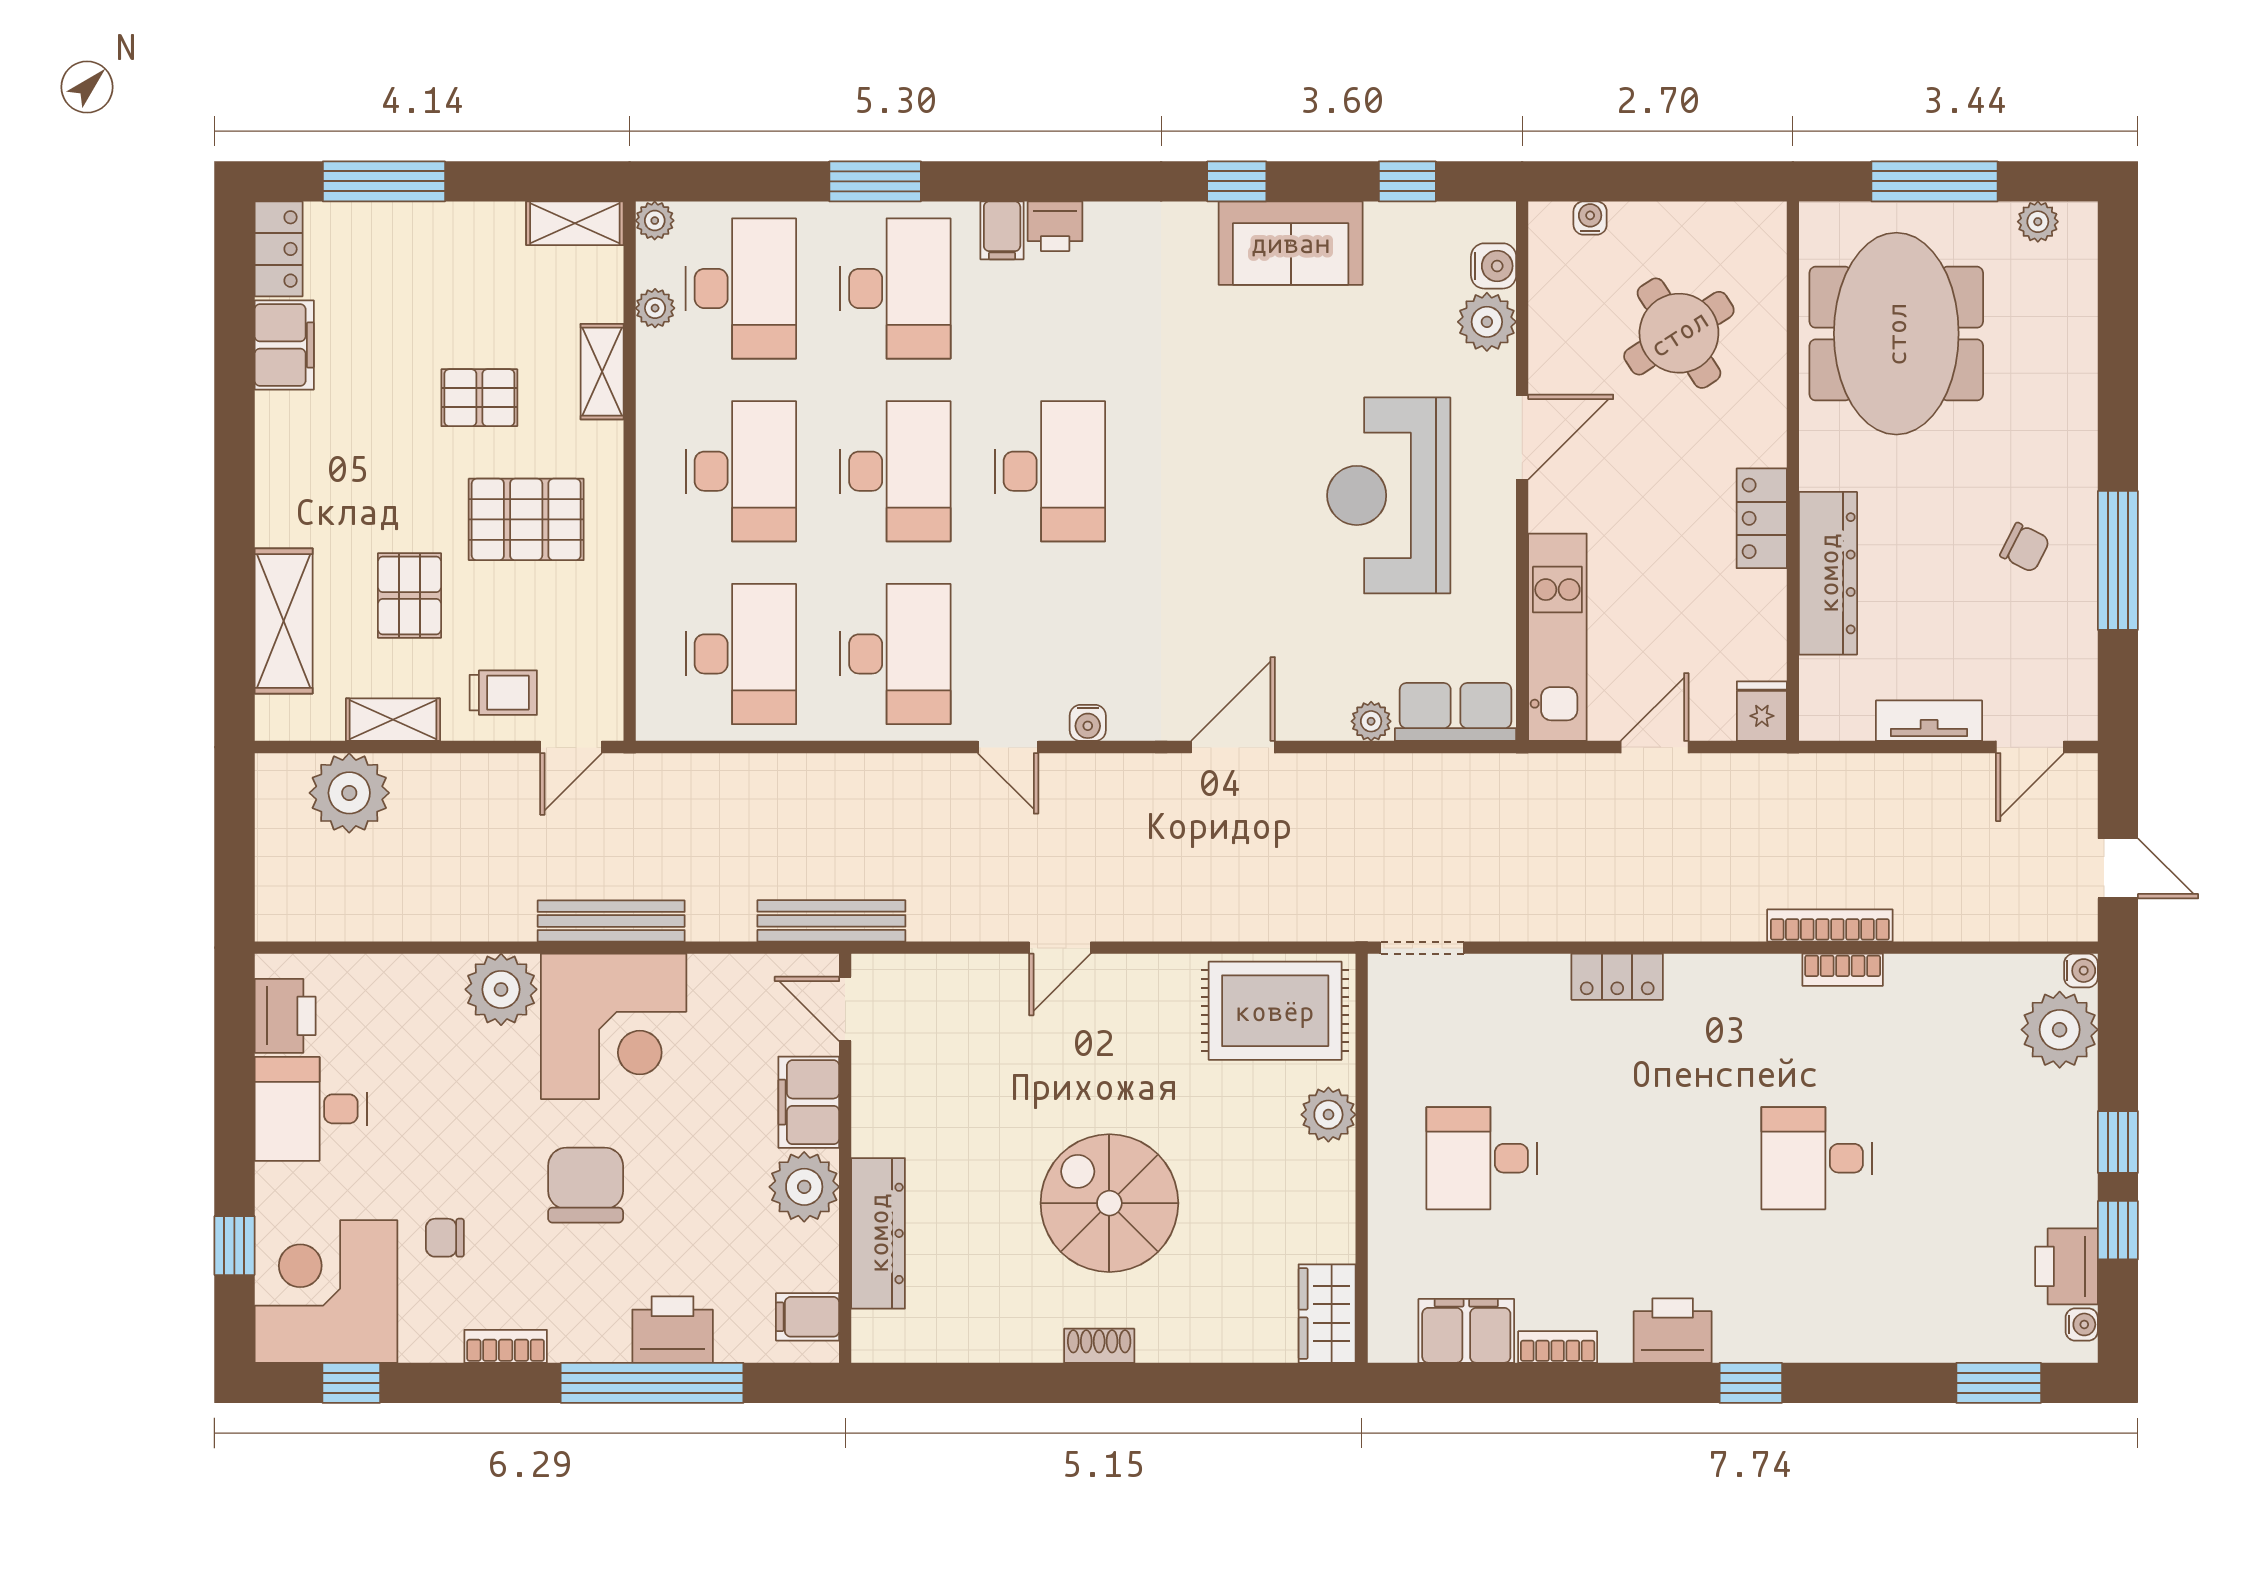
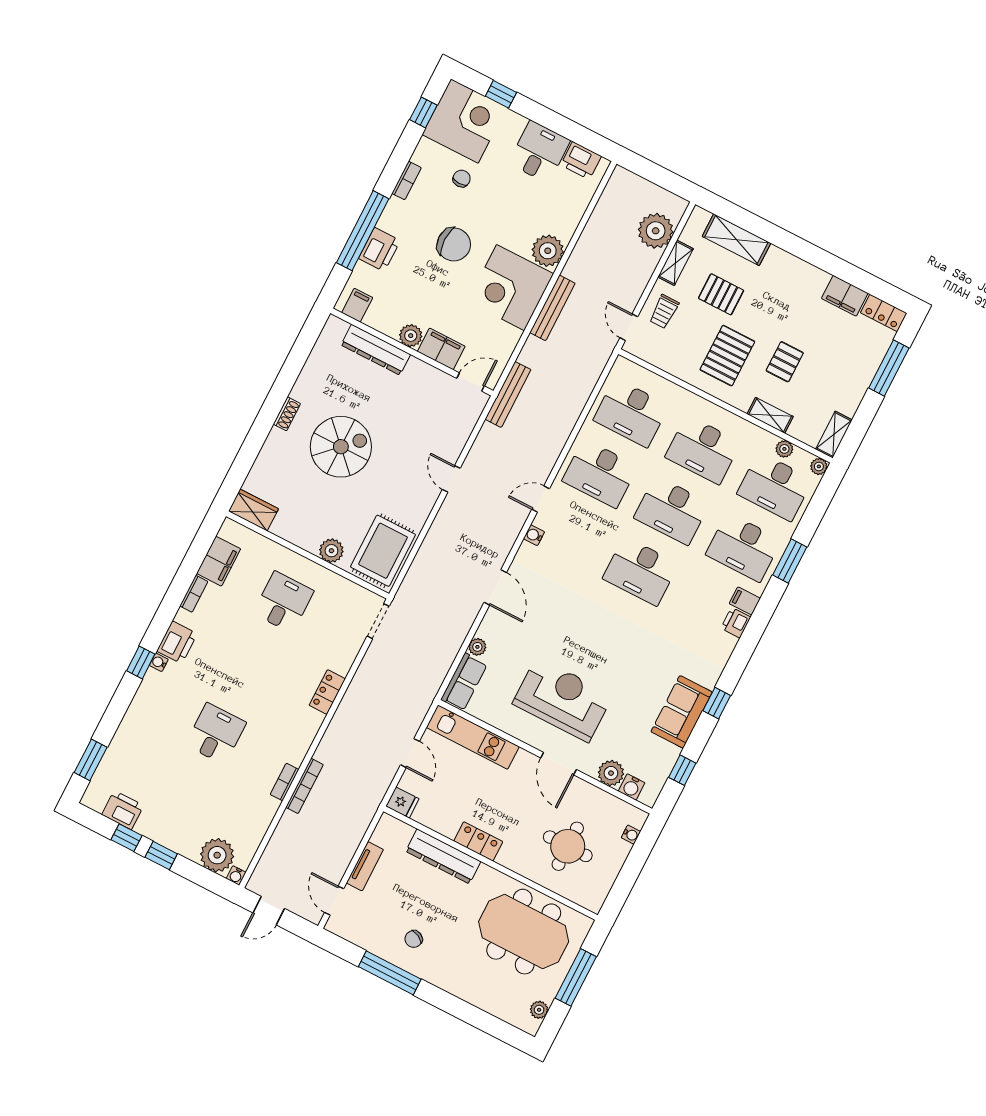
round table: (1679, 333) -> (568, 846), turned 33
plant: (804, 1187) -> (411, 336), width x0.73, depth x0.73
water cooler: (2082, 1324) -> (159, 662), moved, turned 90

